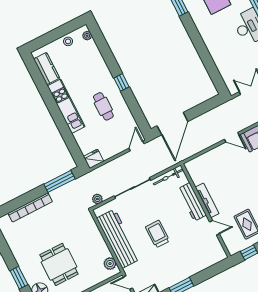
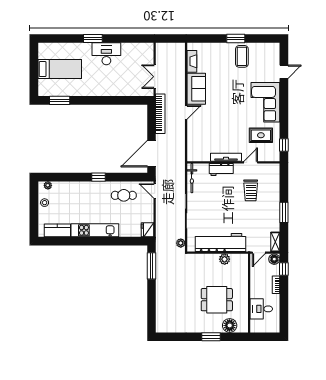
cafe table: (103, 106) -> (124, 195), moved
door: (172, 124) -> (152, 154), swing flipped
workbench: (192, 202) -> (221, 170), width x0.73
bookcase: (30, 207) -> (160, 114), moved
trolley: (157, 234) -> (251, 190), moved, turned -90
plant: (110, 264) -> (225, 259), moved

